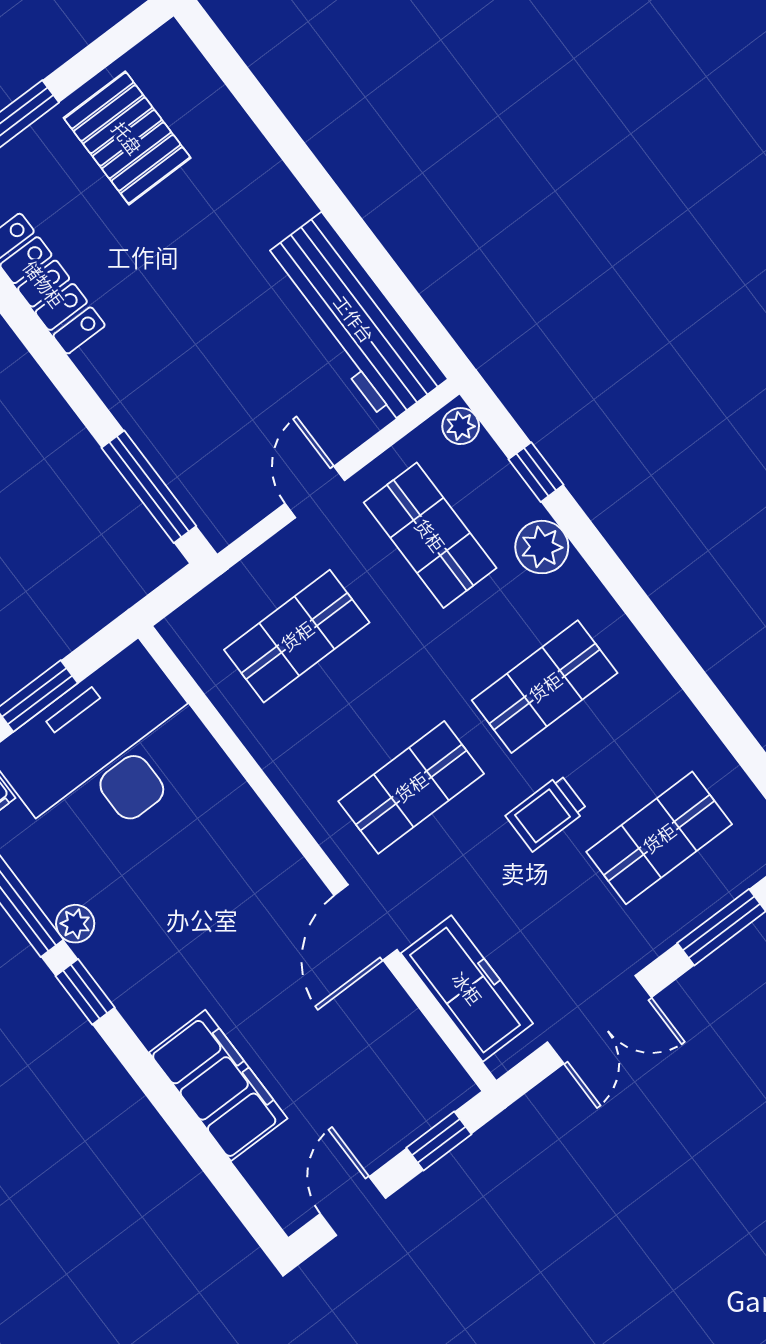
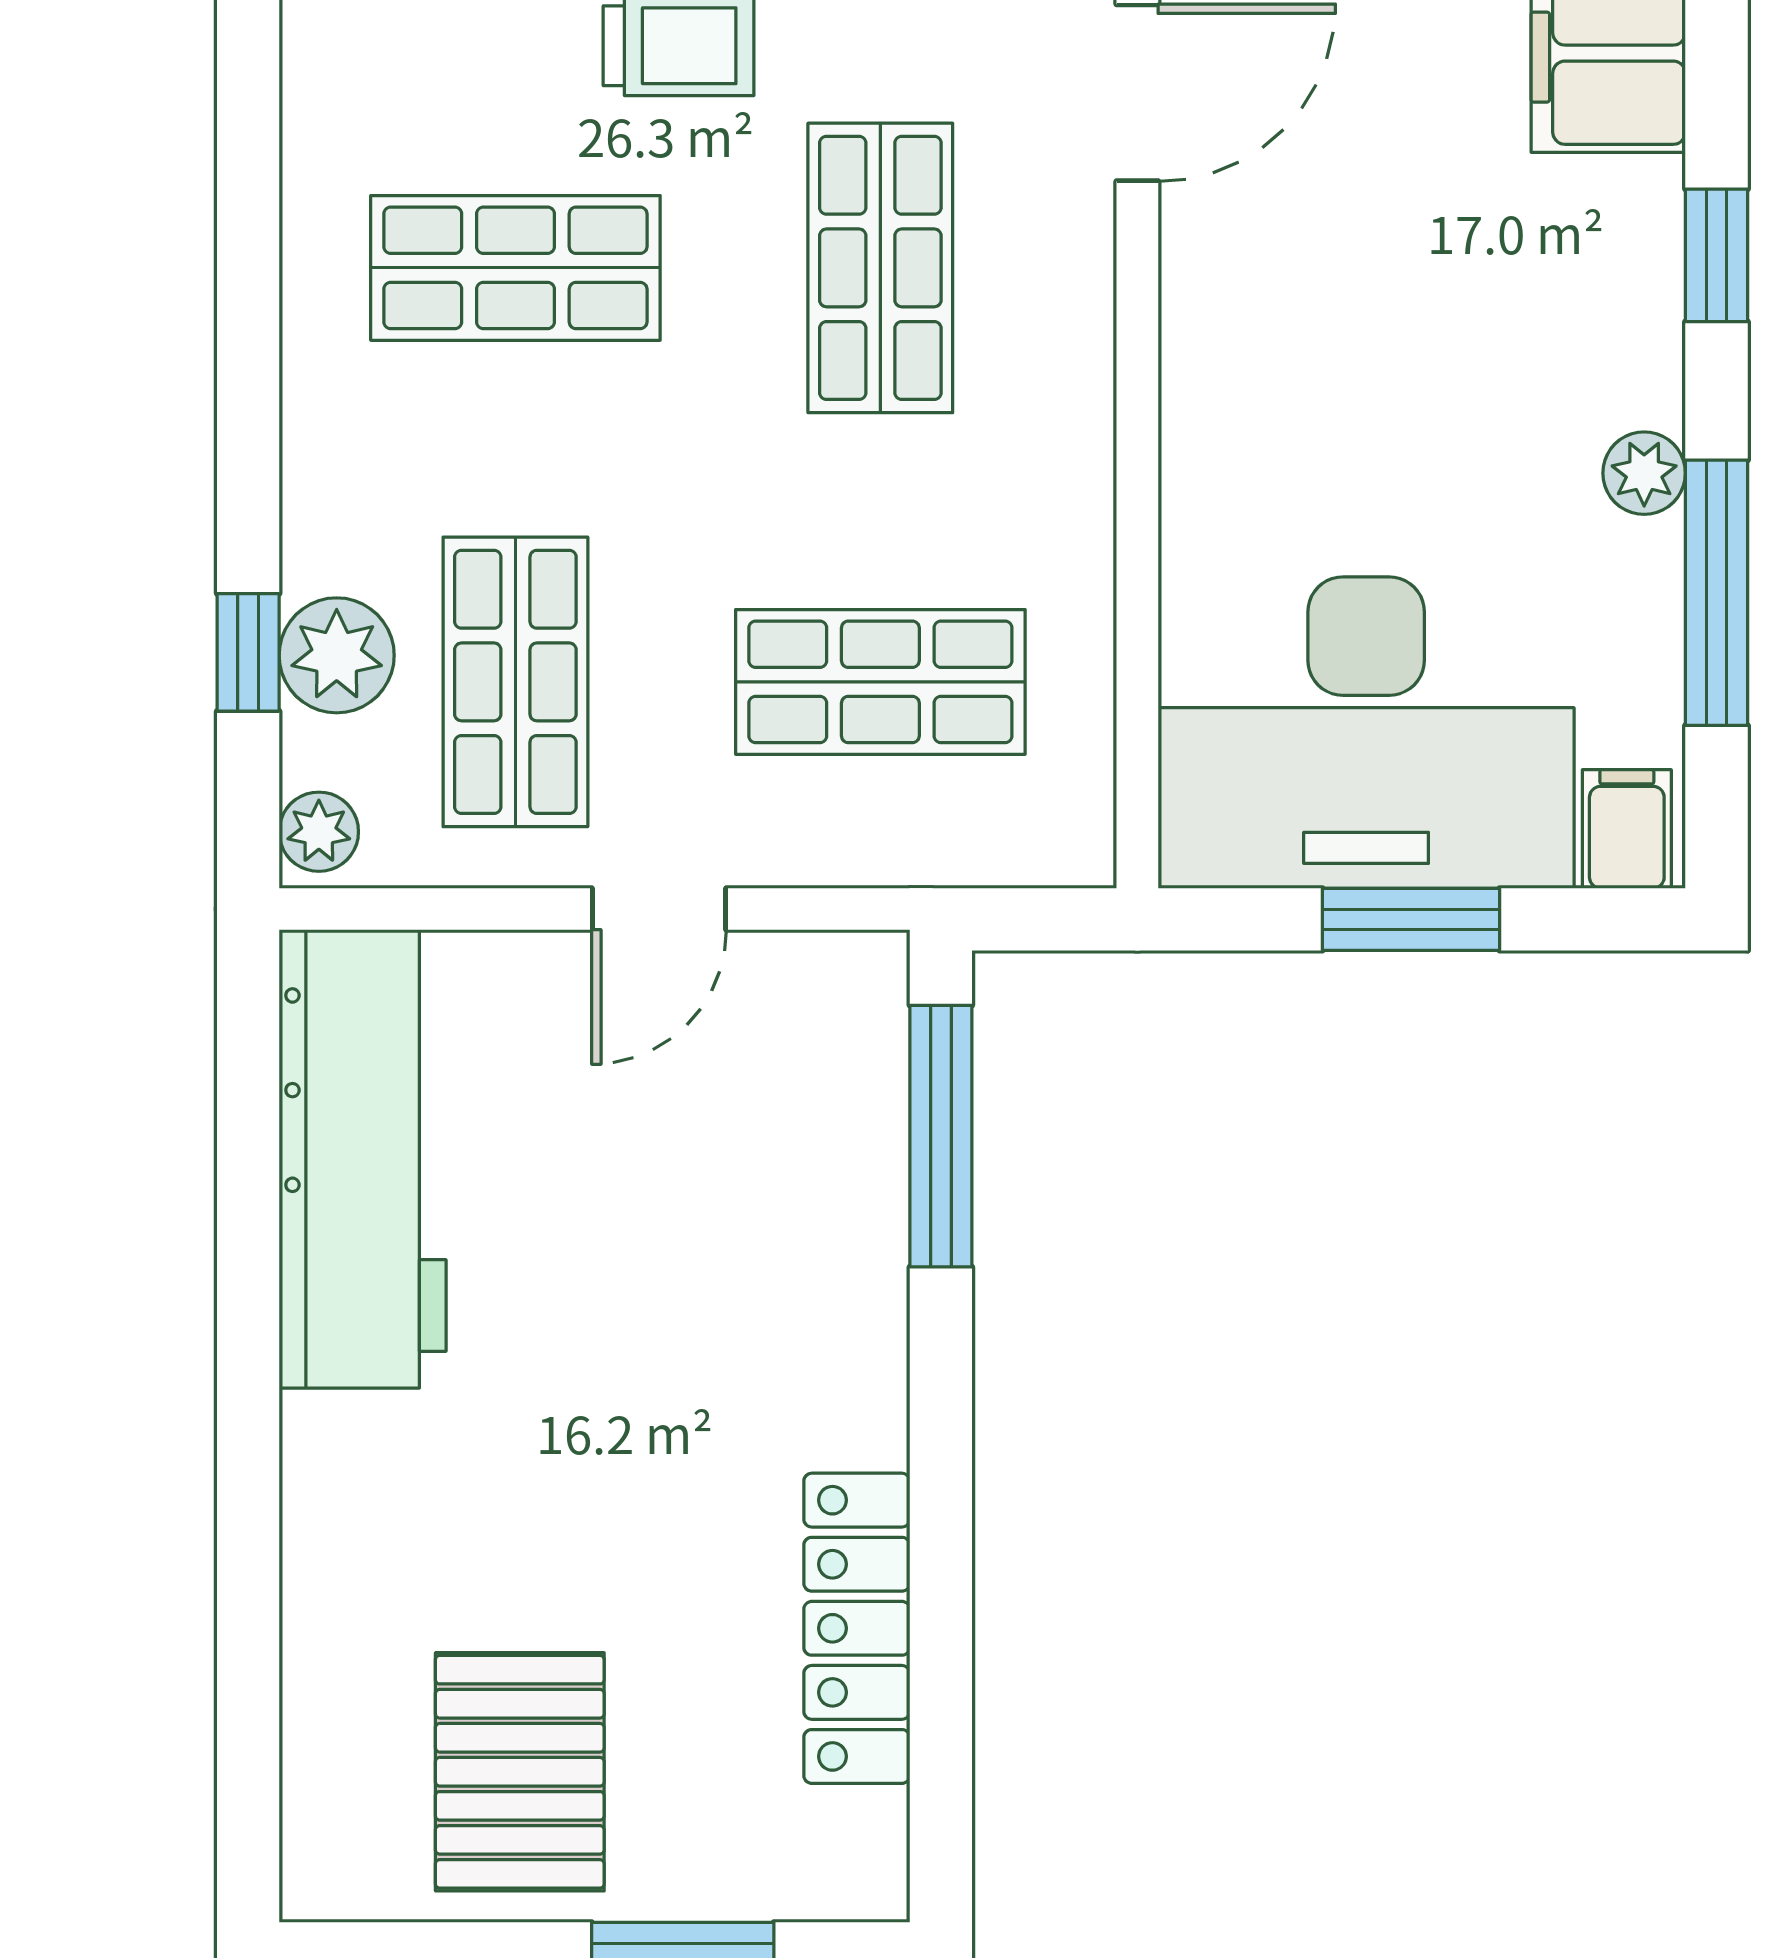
plant: (542, 547) -> (337, 655), moved
shop shelf: (411, 787) -> (880, 268), turned 90
window: (85, 992) -> (1716, 255), moved

